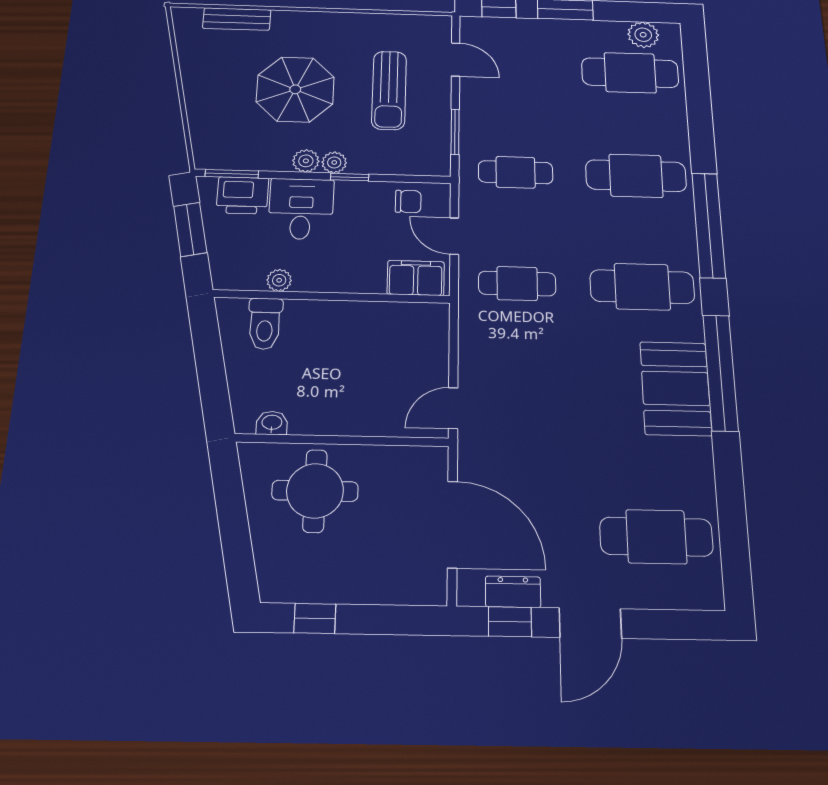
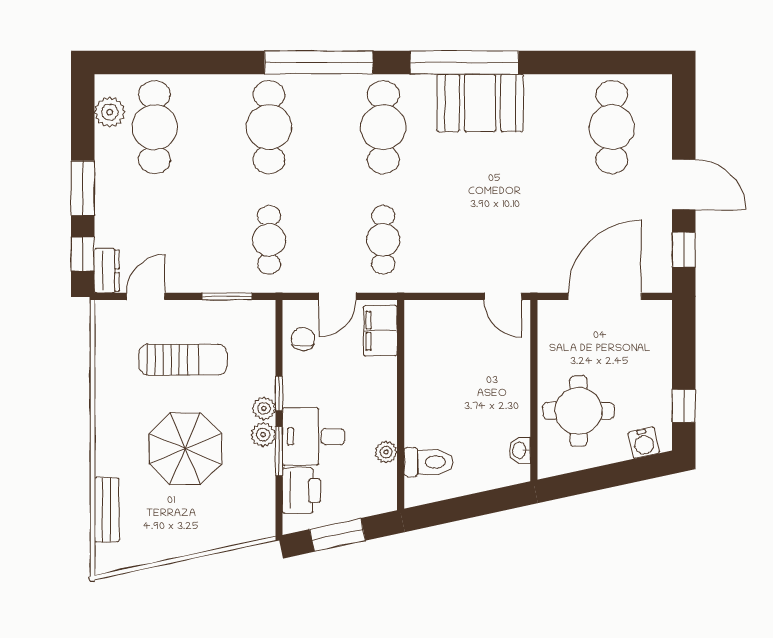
window: (232, 174) -> (279, 451), moved
water cooler: (272, 568) -> (644, 443), added
dresser: (513, 592) -> (107, 271), moved, turned 180

